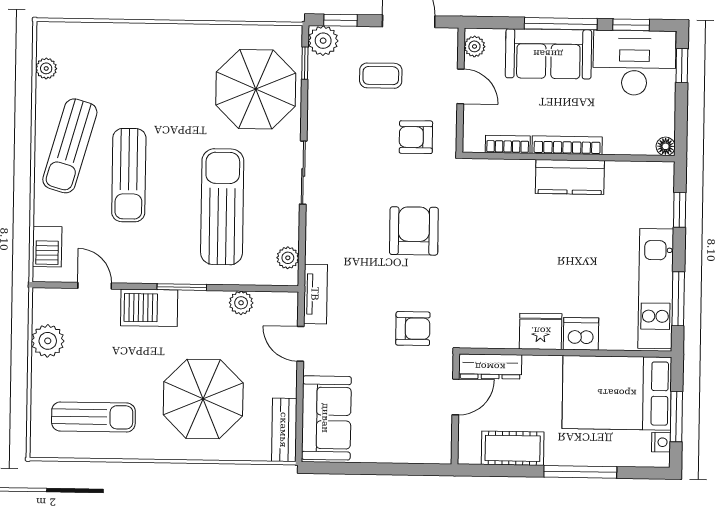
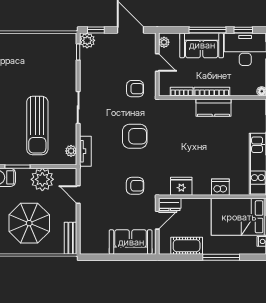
coffee table: (381, 76) -> (117, 58), removed
parasol: (256, 89) -> (53, 66), removed
armchair: (416, 137) -> (135, 89), turned 180
sun lounger: (222, 207) -> (37, 126), turned 180
armchair: (414, 231) -> (135, 136), turned 90
tv unit: (315, 294) -> (85, 151), moved
plant: (241, 303) -> (42, 179), width x1.88, depth x1.88
fridge: (541, 331) -> (181, 186), moved
dresser: (490, 367) -> (170, 204), width x0.70
sofa: (326, 418) -> (131, 242), moved, turned -90

